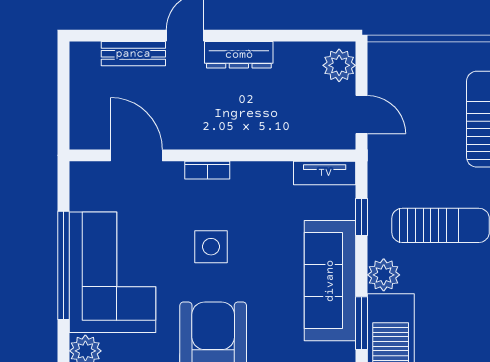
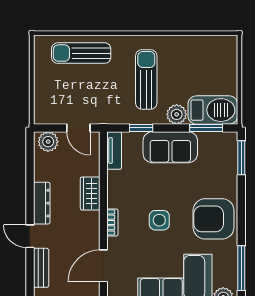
door: (361, 115) -> (78, 128), swing flipped
wardrobe: (255, 134) -> (90, 193), added
sofa: (330, 281) -> (170, 147), width x0.73

